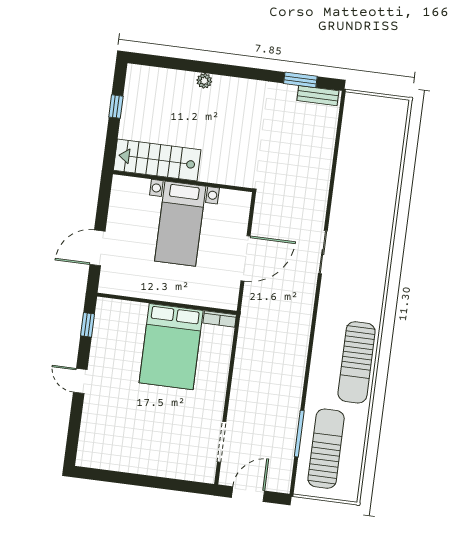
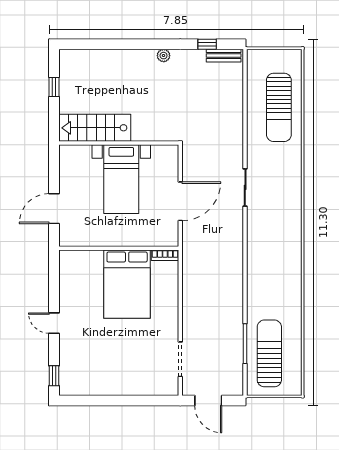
window: (300, 80) -> (207, 44), width x0.67
plant: (204, 81) -> (164, 56), moved
window: (88, 325) -> (54, 376), moved
sun lounger: (357, 362) -> (279, 107), moved
door: (248, 494) -> (208, 400), swing flipped

